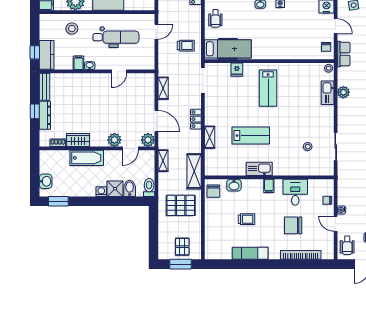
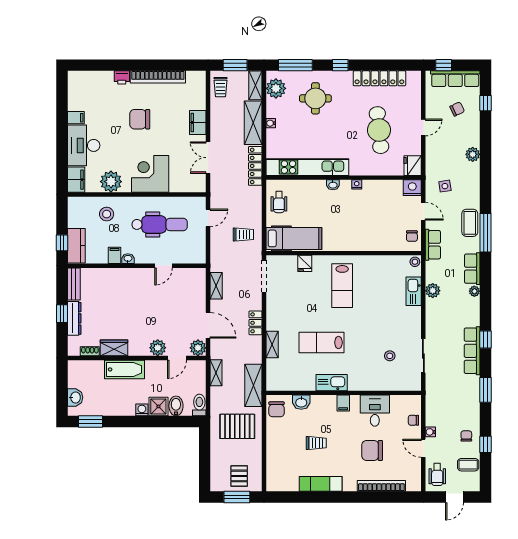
lab bench: (251, 135) -> (322, 343), turned 180

